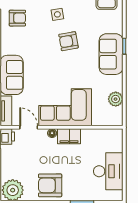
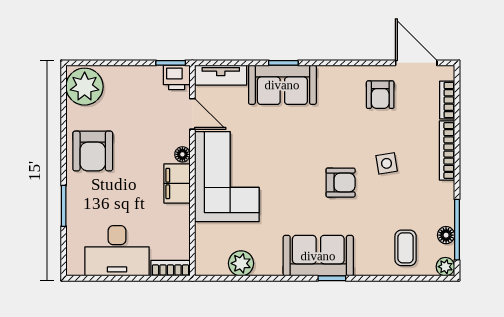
armchair: (68, 41) -> (341, 183), turned 100
door: (29, 127) -> (192, 114), hinge flipped
bookcase: (118, 140) -> (170, 268), added
armchair: (50, 185) -> (93, 151), turned 180

